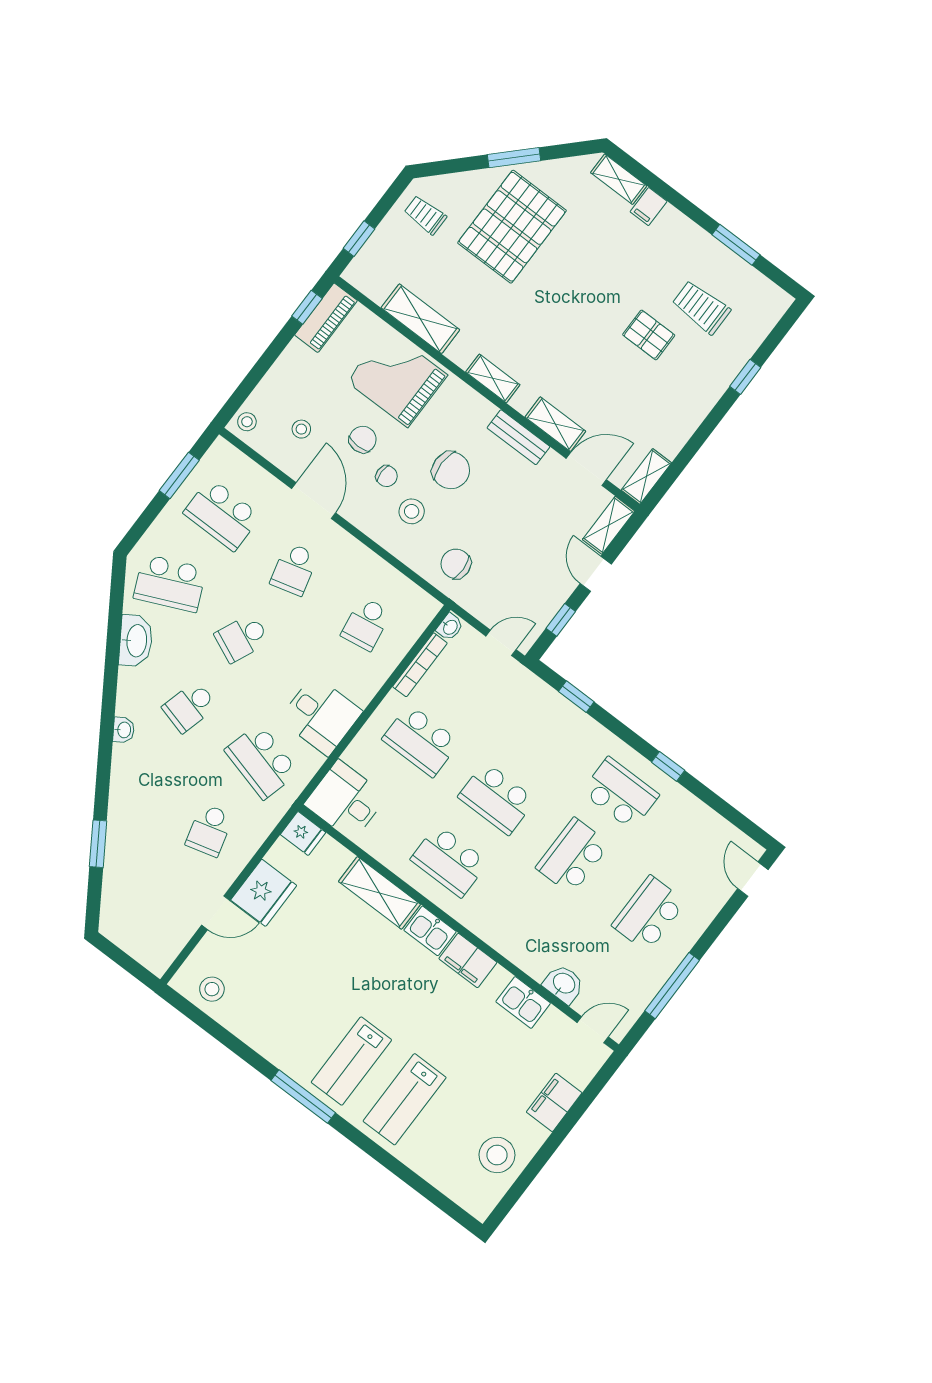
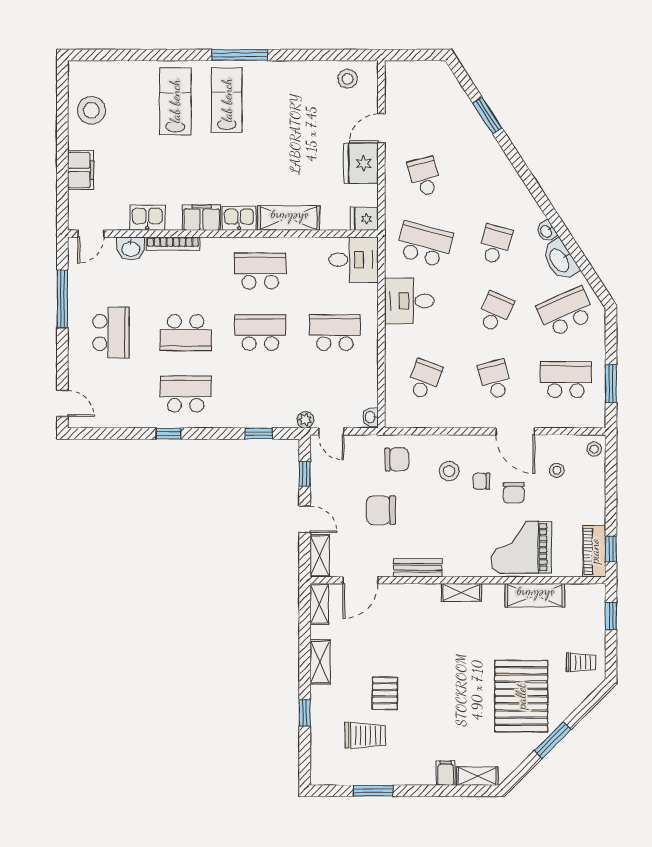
pallet: (649, 335) -> (385, 693), turned 90
grand piano: (397, 378) -> (521, 547), turned 180
shelving: (555, 424) -> (320, 662), moved, turned 90
chair: (451, 470) -> (381, 510), moved
school desk: (366, 624) -> (424, 379), turned 30
door: (501, 643) -> (331, 431), hinge flipped
bookcase: (420, 665) -> (173, 244), moved, turned -90
plant: (518, 675) -> (305, 420), added
washbasin: (124, 730) -> (546, 231), moved
school desk: (620, 793) -> (186, 394), turned 180
school desk: (573, 856) -> (186, 333), turned 90

